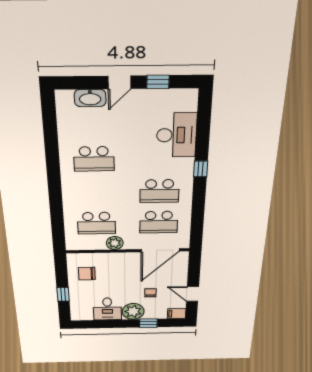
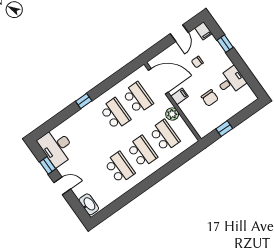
washbasin: (90, 98) -> (89, 204), moved
desk: (176, 135) -> (57, 147), moved, turned -90
school desk: (95, 192) -> (142, 152), added
filing cabinet: (128, 259) -> (179, 96), added
chair: (87, 274) -> (210, 98), moved
window: (63, 294) -> (224, 129), moved
plant: (133, 311) -> (222, 62), removed

